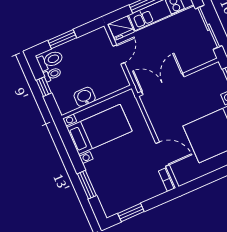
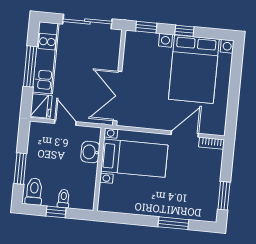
toilet: (52, 74) -> (64, 199), moved
washbasin: (85, 97) -> (90, 152), moved
bed with nightstands: (99, 129) -> (134, 158), moved, turned 90

